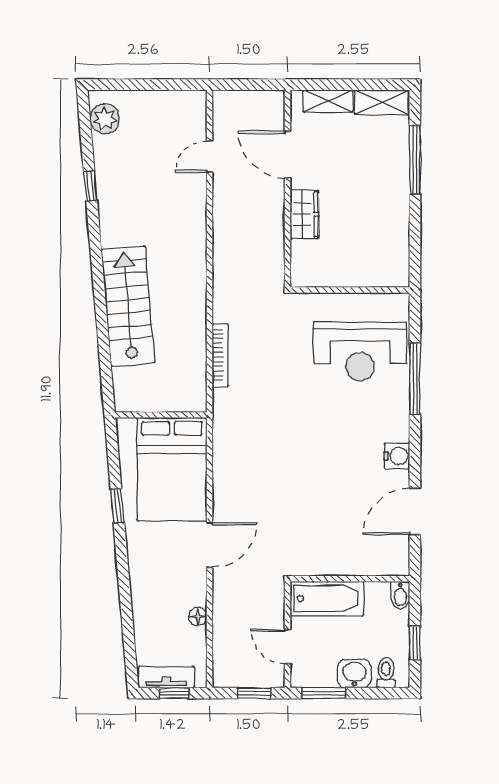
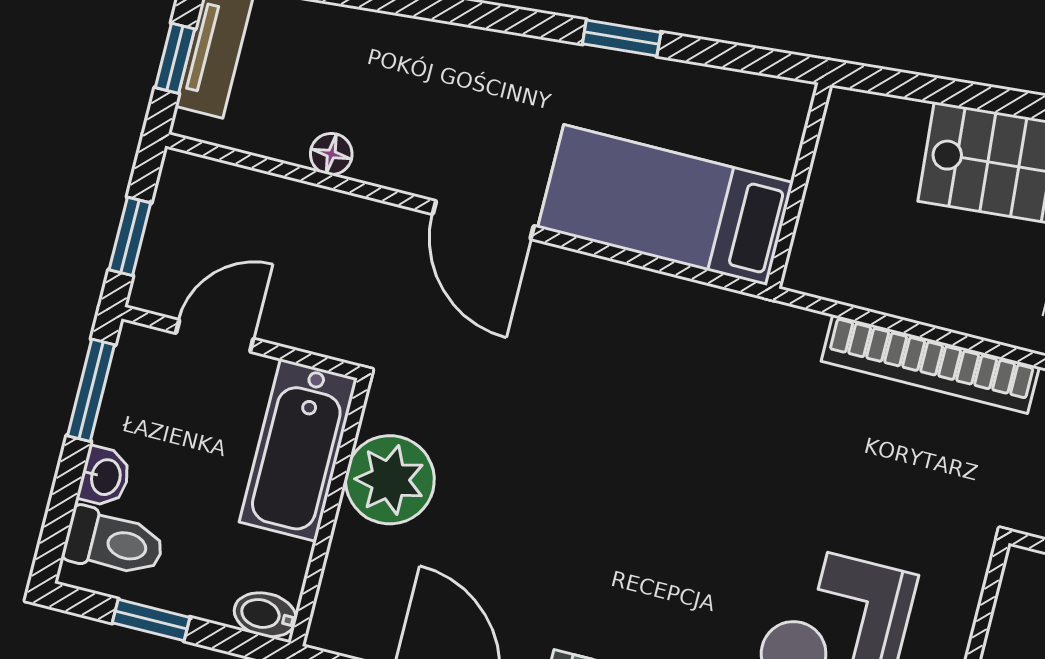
bookcase: (220, 355) -> (930, 364), width x1.48, depth x1.31
bed: (172, 469) -> (665, 205), width x0.67
plant: (330, 557) -> (390, 480), added
toilet: (386, 673) -> (114, 543), width x1.37, depth x1.39
washbasin: (354, 674) -> (105, 477), width x0.72, depth x0.69

